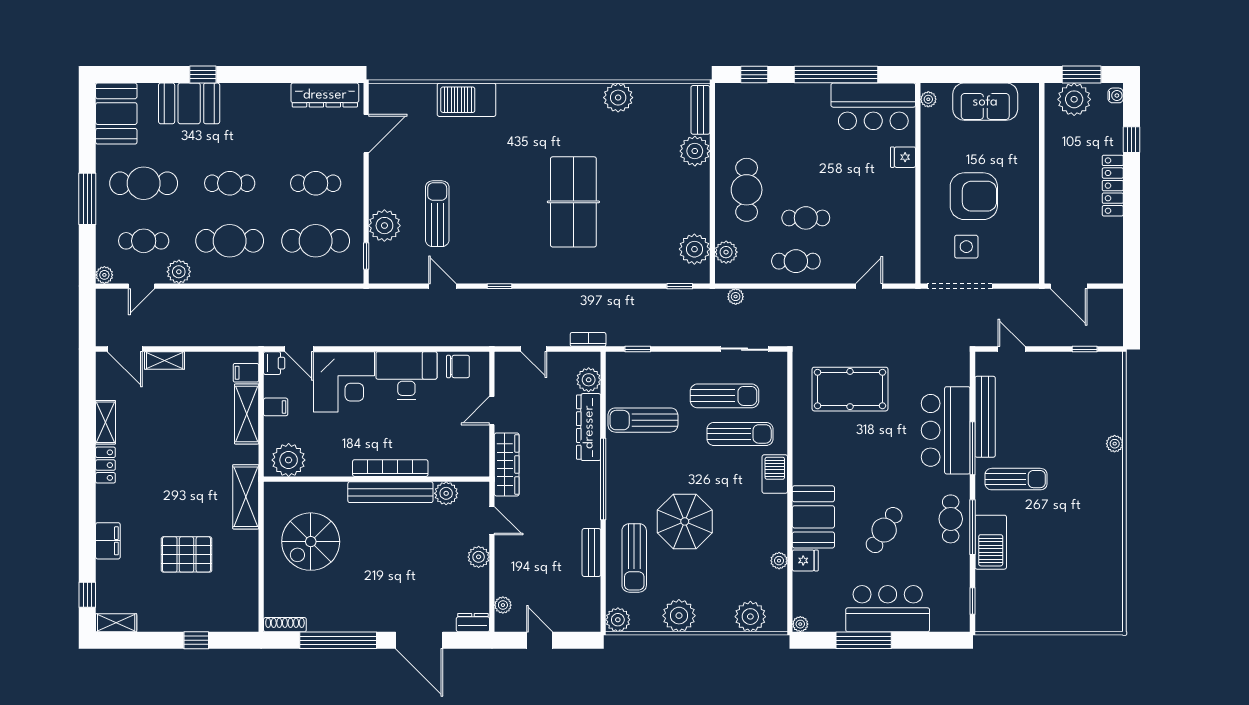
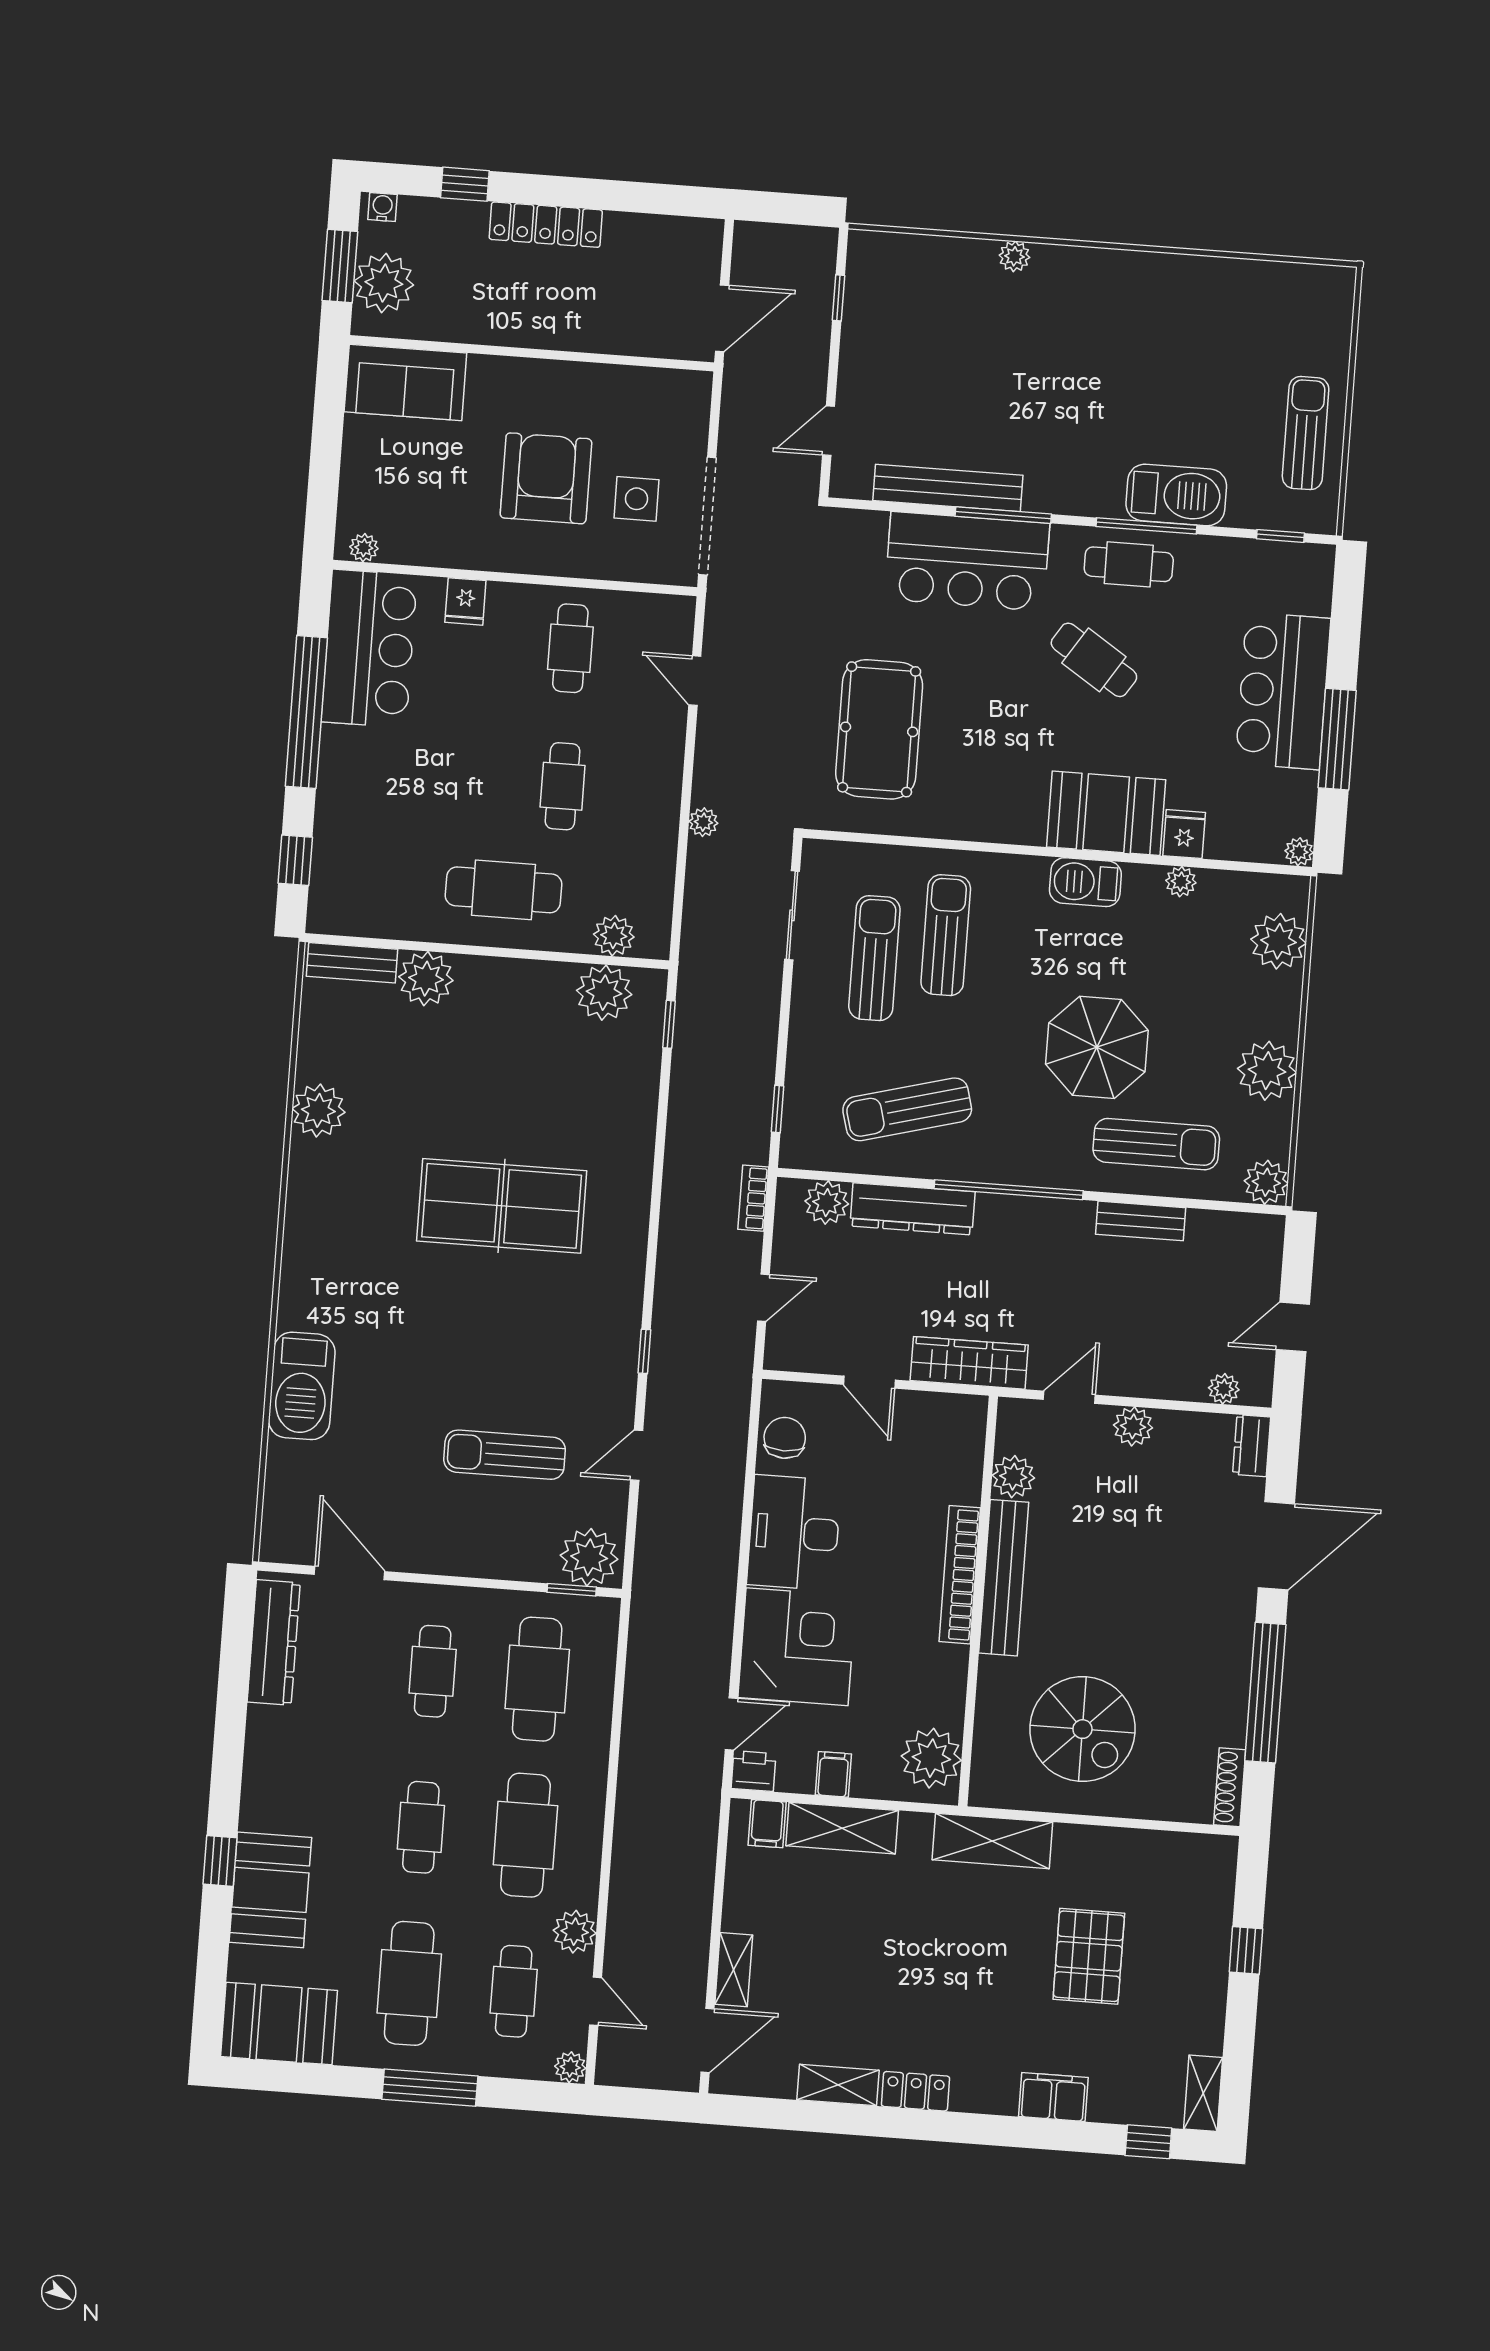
sofa: (985, 102) -> (405, 382), moved, turned 90
plant: (384, 226) -> (589, 1557), moved
cafe table: (796, 261) -> (570, 648), moved
plant: (736, 297) -> (703, 822), moved
sun lounger: (643, 420) -> (907, 1109), turned 75
barbecue: (775, 474) -> (1085, 882), moved
sun lounger: (1016, 479) -> (1306, 433), moved
cafe table: (884, 530) -> (1094, 660), moved

